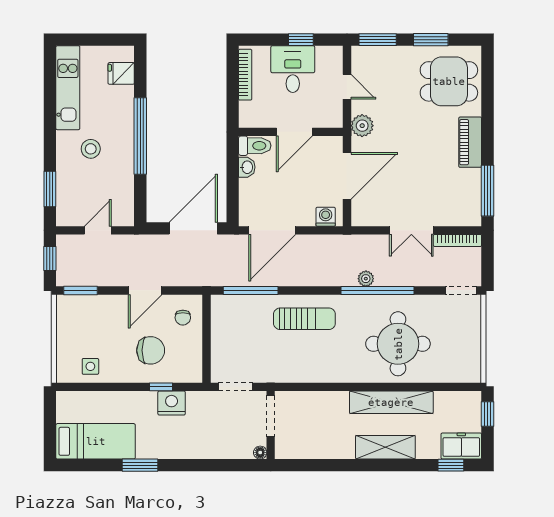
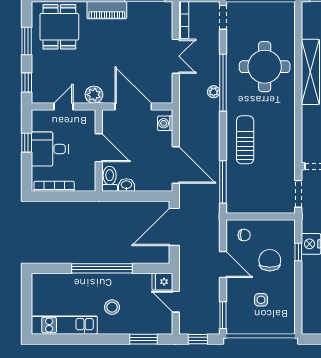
window: (378, 40) -> (27, 83), width x0.67
fridge: (121, 73) -> (162, 282), moved, turned 90
door: (193, 228) -> (174, 227), hinge flipped
side table: (90, 366) -> (261, 300), moved

